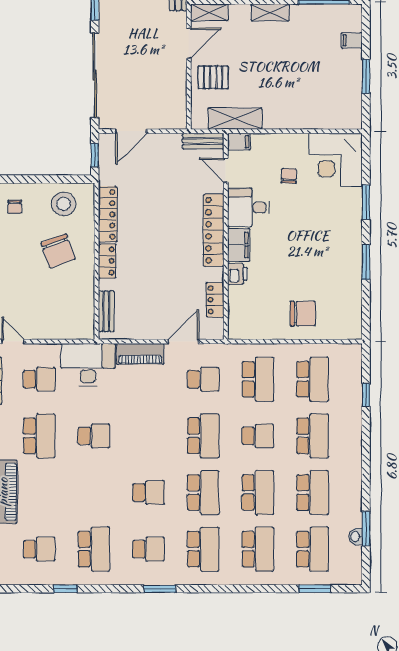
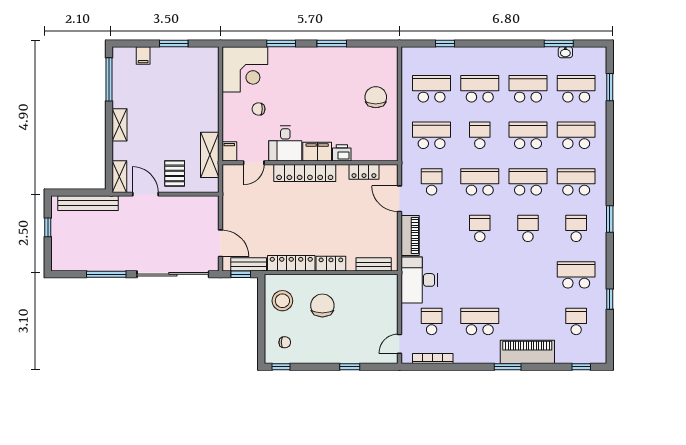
bench: (203, 141) -> (249, 264), moved, turned 90
chair: (58, 251) -> (322, 305), turned -70
school desk: (94, 436) -> (480, 228), moved

